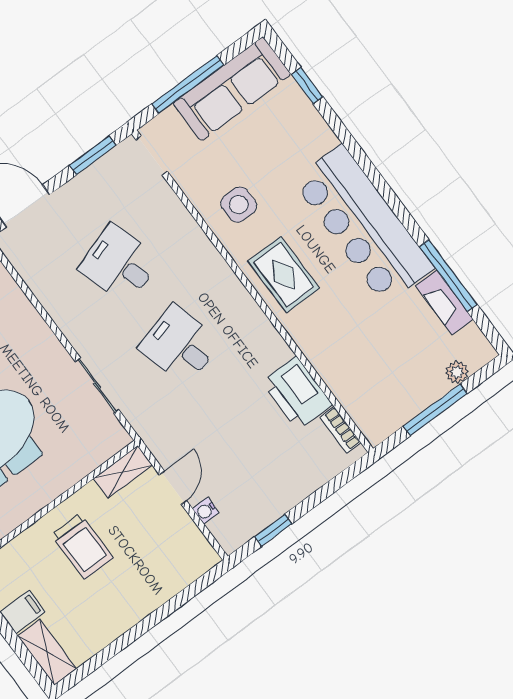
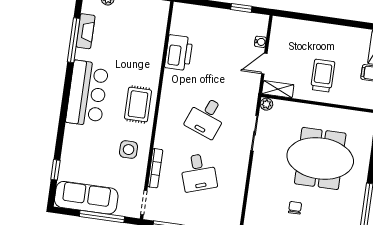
bar counter: (363, 224) -> (87, 93), width x0.73
desk: (180, 345) -> (206, 117), turned 36
bookcase: (341, 430) -> (155, 168), moved, width x1.56
plant: (119, 438) -> (266, 104), added

